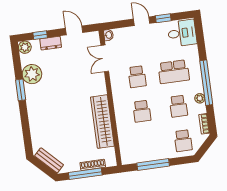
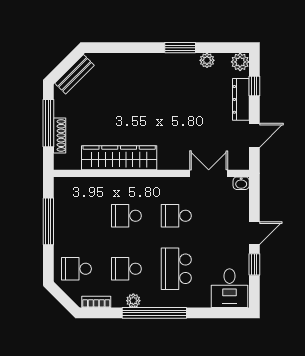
dresser: (51, 43) -> (241, 99), width x1.44
plant: (32, 74) -> (207, 60), width x0.53, depth x0.53

